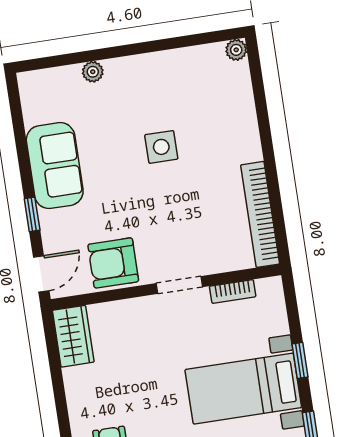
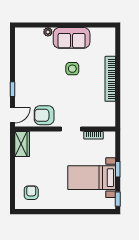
plant: (236, 50) -> (111, 32), removed
sofa: (55, 166) -> (72, 38), moved, turned 90
bookcase: (260, 214) -> (110, 79), moved

